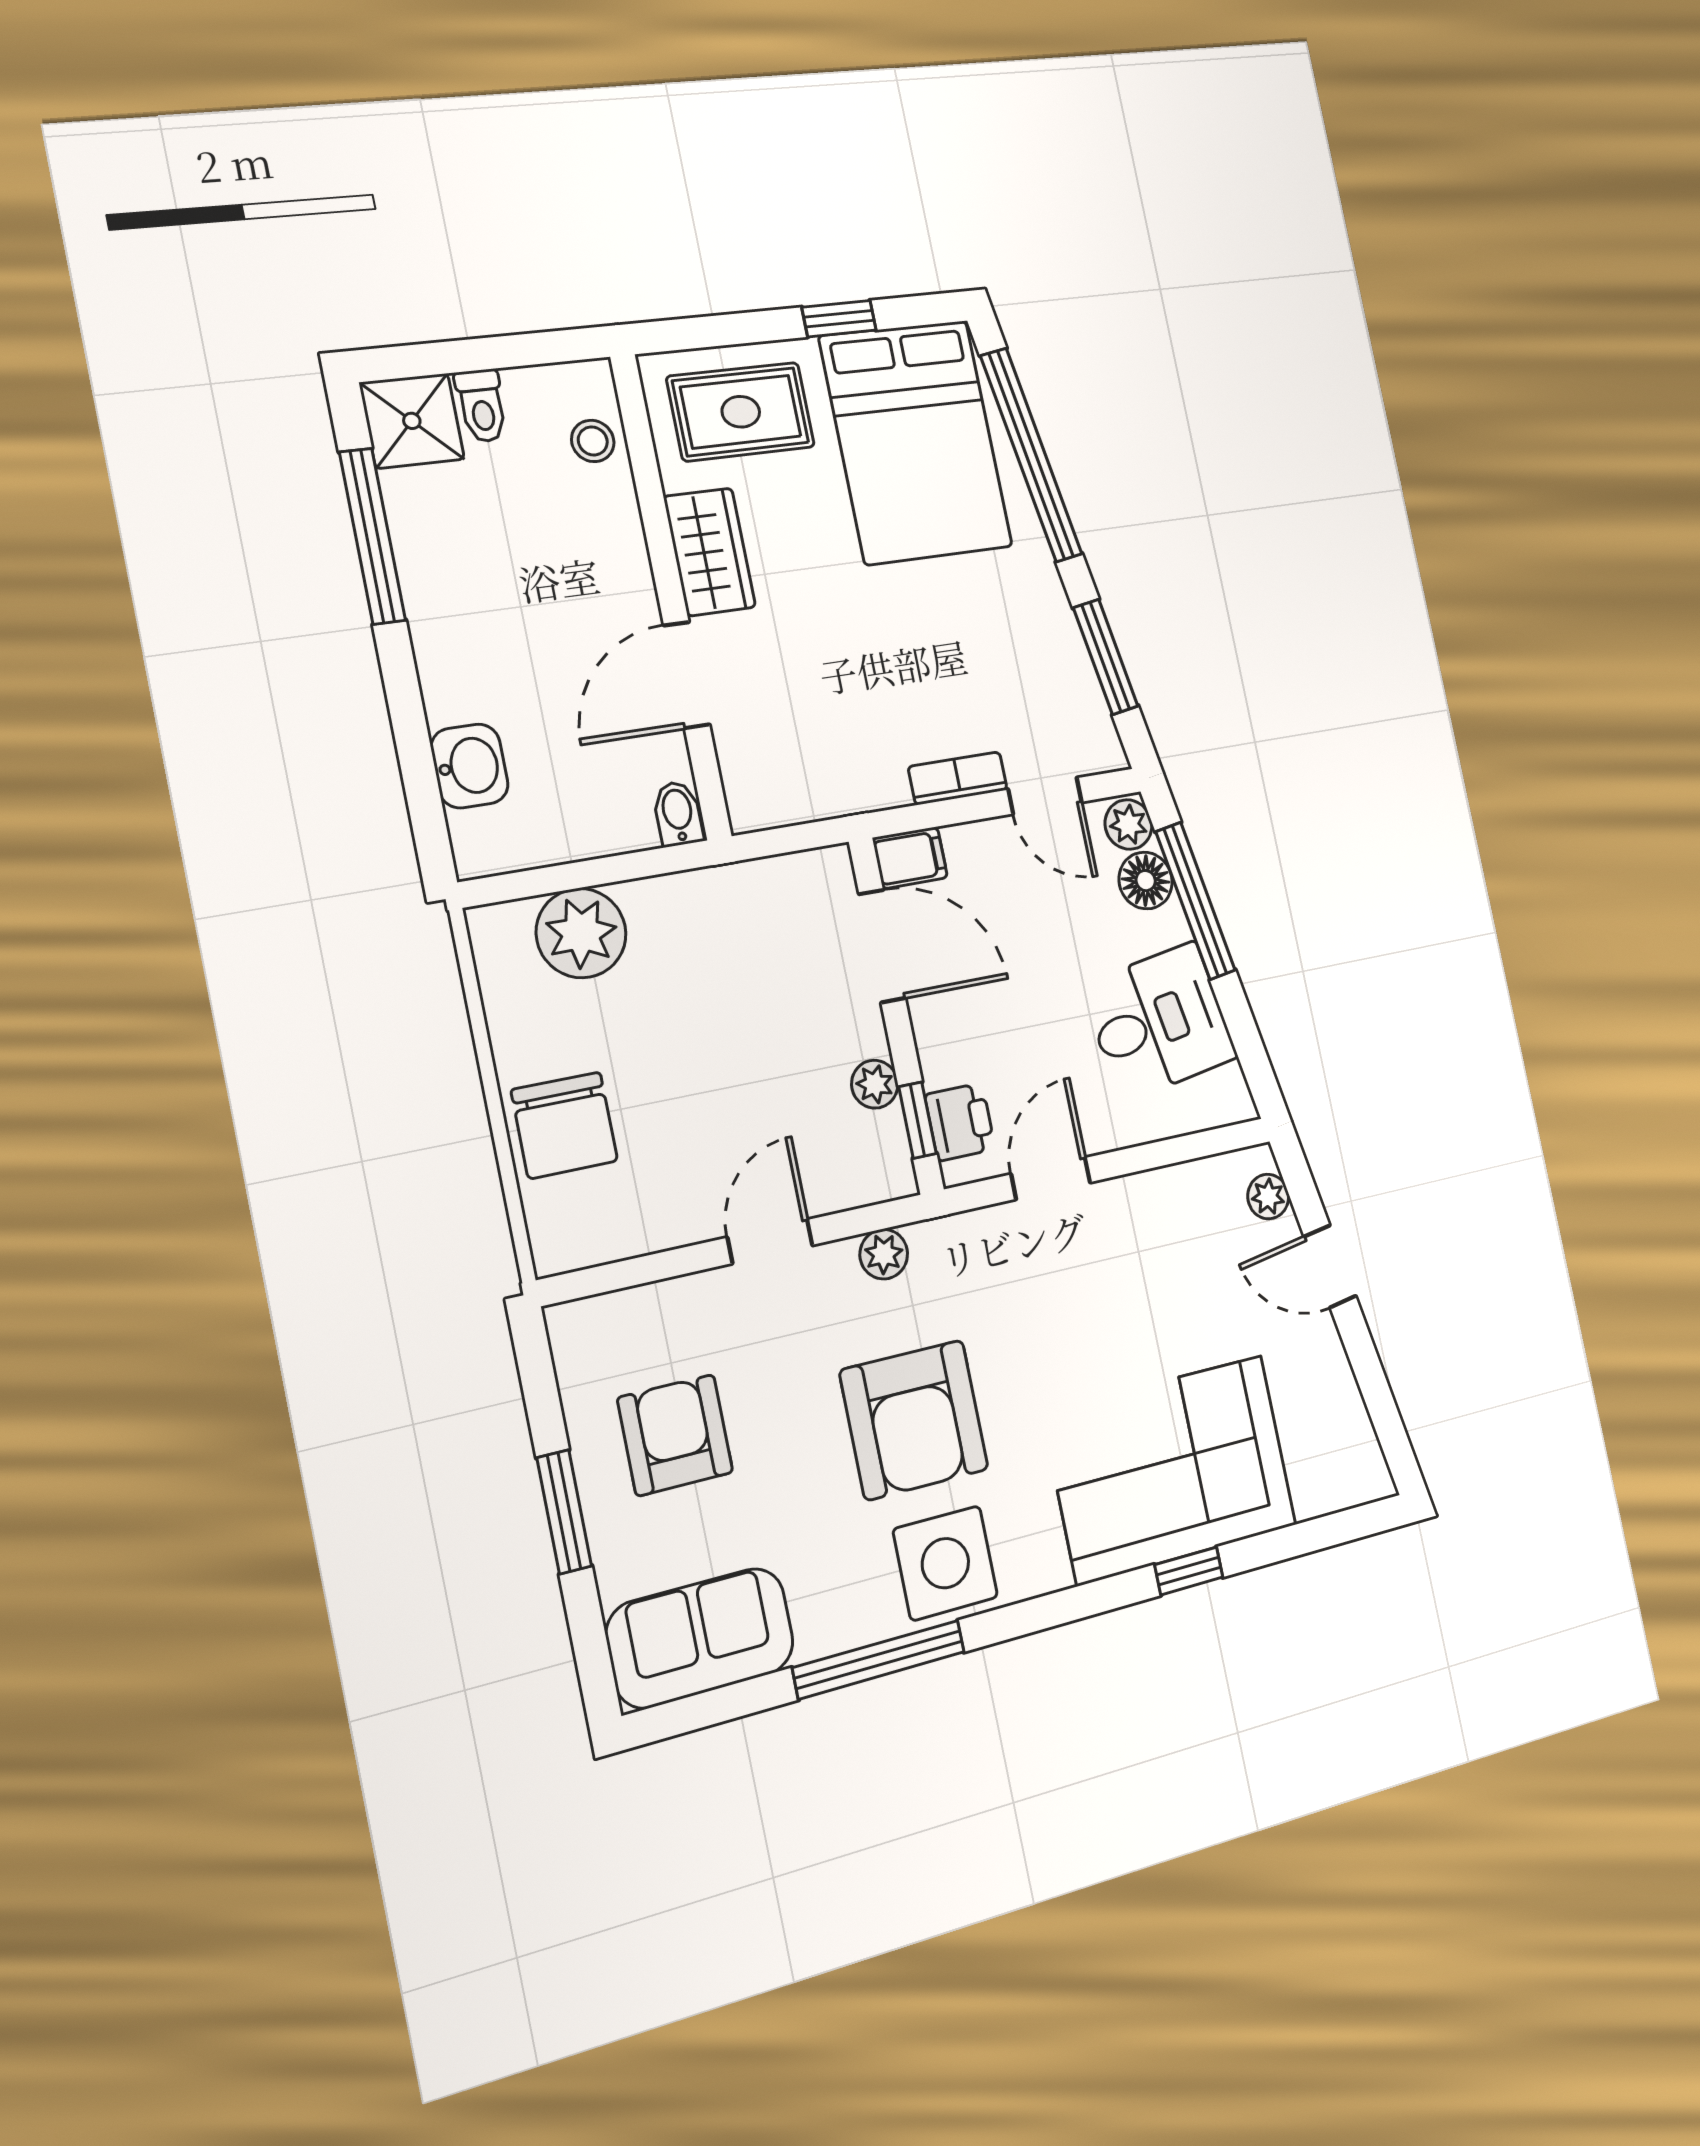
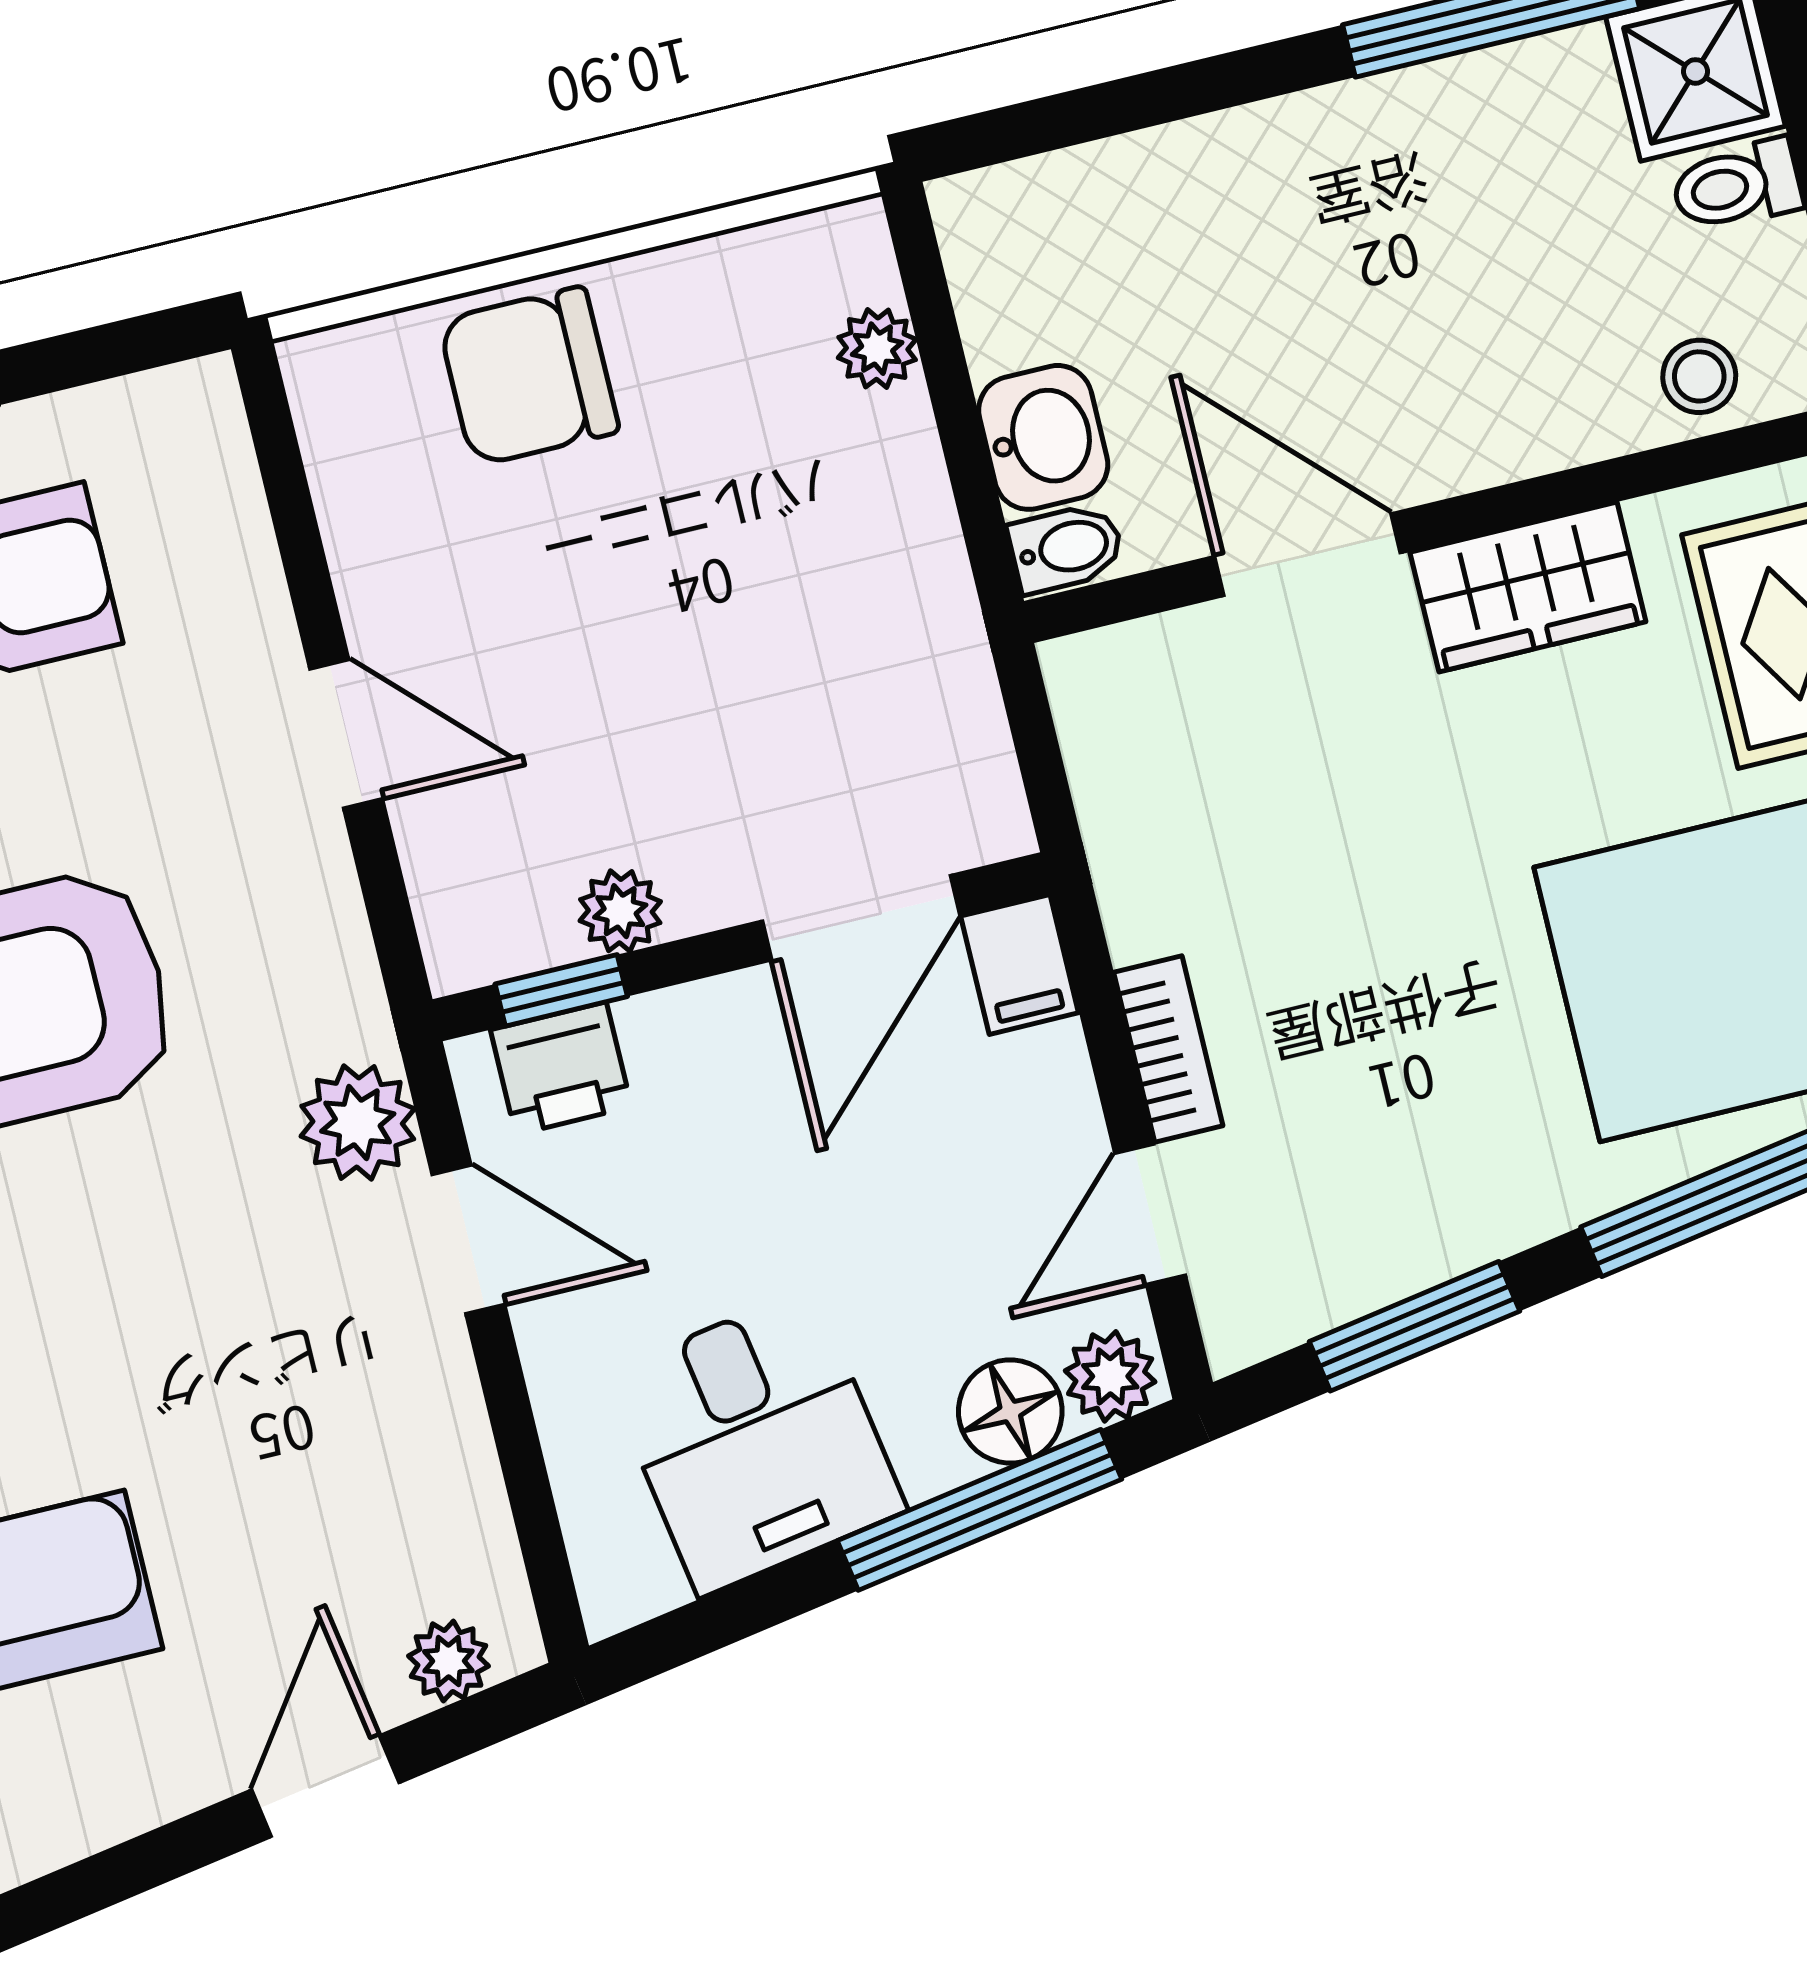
washbasin: (470, 766) -> (1043, 437), moved, turned -90
plant: (581, 933) -> (877, 349), width x0.53, depth x0.53
plant: (884, 1254) -> (358, 1122), moved, width x1.38, depth x1.38

